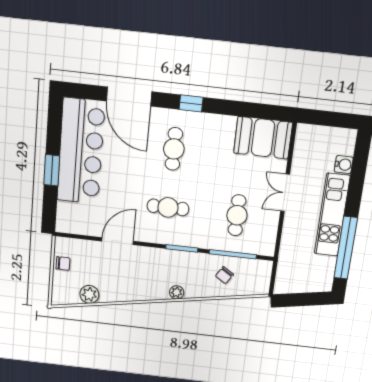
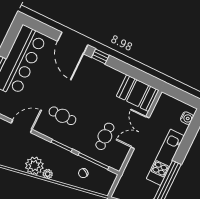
door: (129, 96) -> (73, 43), moved
cafe table: (174, 149) -> (80, 80), removed
water cooler: (344, 165) -> (187, 118), moved
double door: (285, 193) -> (140, 133), width x1.37
plant: (155, 288) -> (34, 166), added

